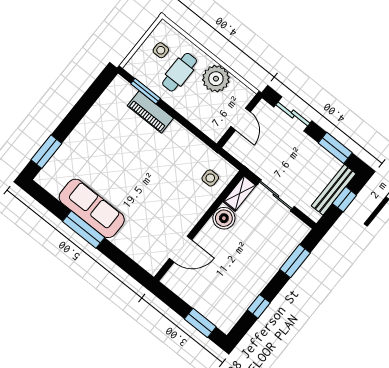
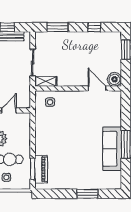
piano: (150, 112) -> (41, 169), moved
window: (46, 152) -> (87, 194), moved
boiler: (224, 218) -> (114, 79), moved

